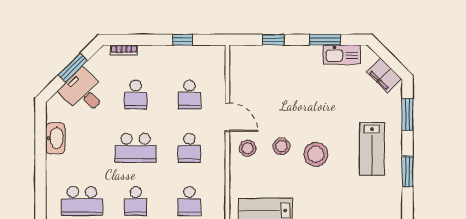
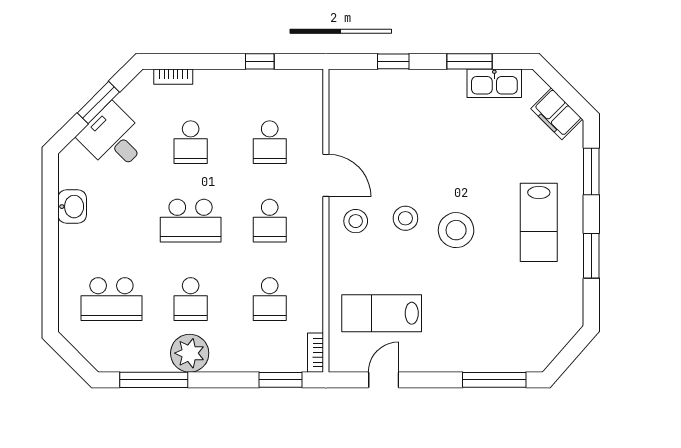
washbasin: (55, 138) -> (72, 207), width x0.72

